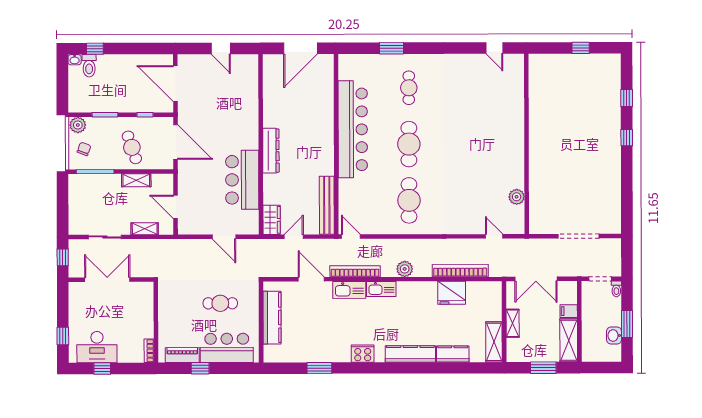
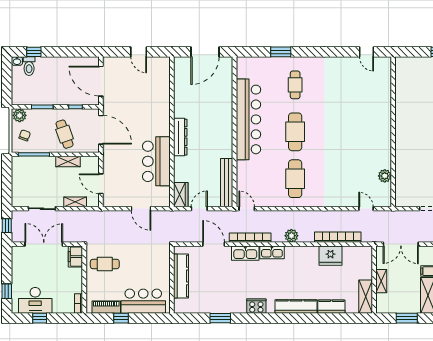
filing cabinet: (145, 294) -> (75, 257), added
cafe table: (220, 303) -> (105, 264), moved

